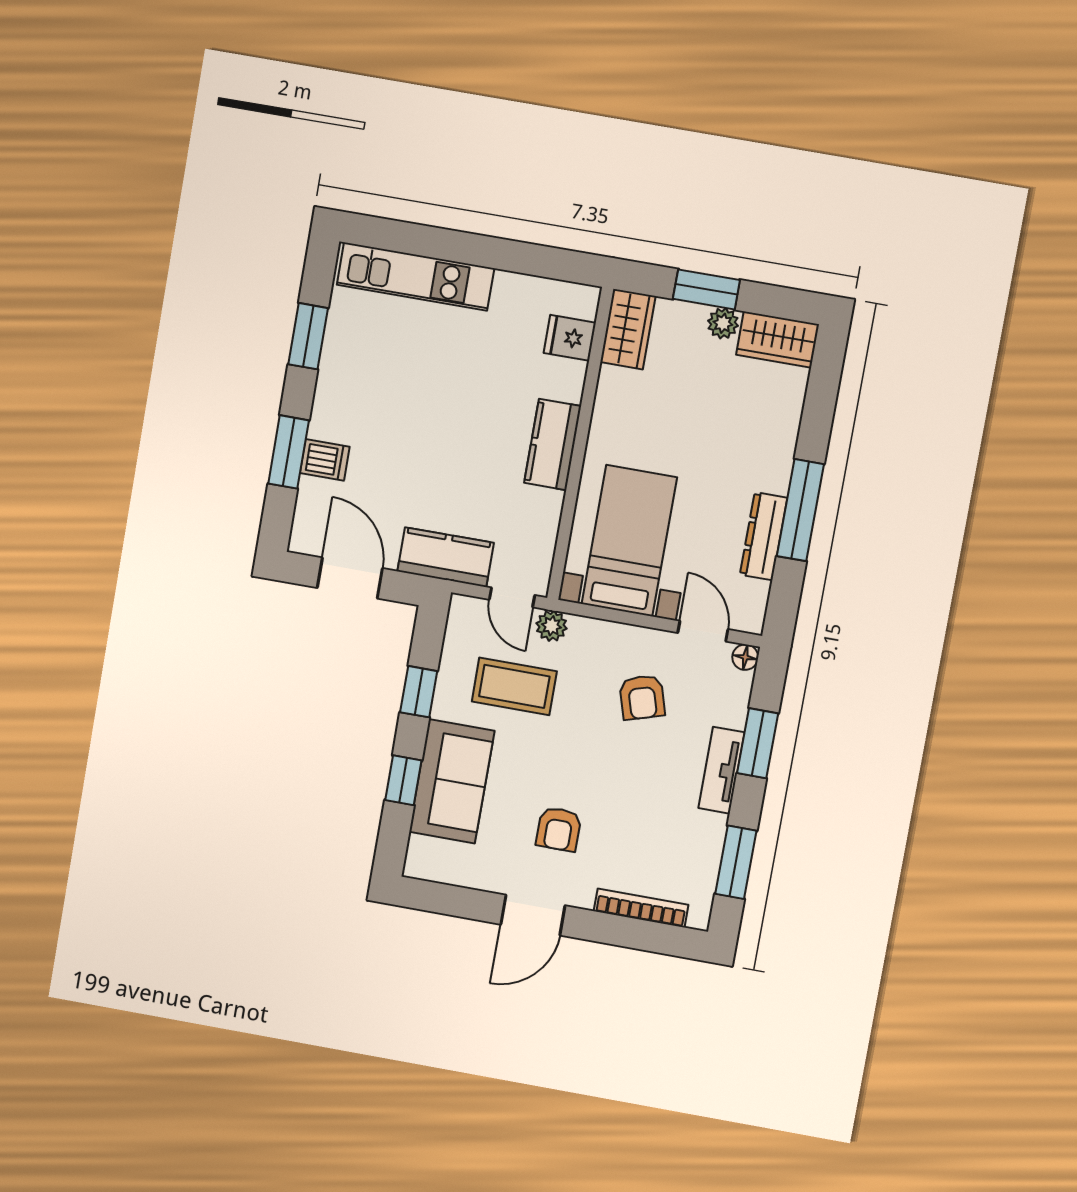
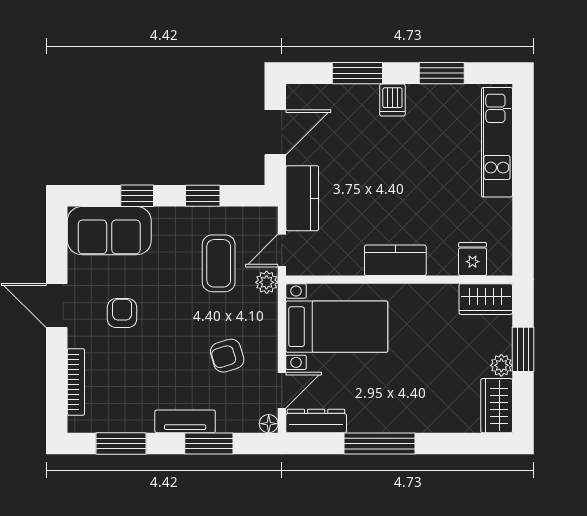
dishwasher: (325, 460) -> (392, 100), moved
dresser: (764, 536) -> (316, 421), moved
sofa: (452, 781) -> (109, 231), moved
armchair: (559, 829) -> (122, 313), turned 90

